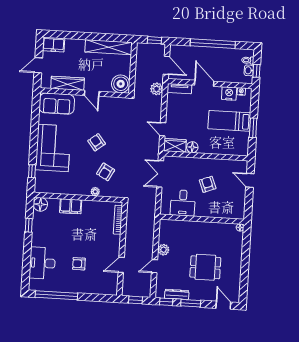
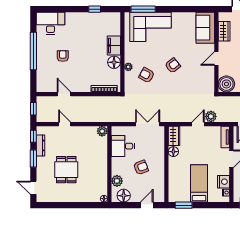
wardrobe: (68, 83) -> (224, 31), width x0.67
plant: (157, 89) -> (211, 116), moved
window: (253, 128) -> (184, 205), moved
door: (163, 129) -> (198, 124), moved
corner sofa: (53, 148) -> (150, 27), moved
window: (32, 171) -> (143, 9), width x2.17
floor lamp: (40, 204) -> (114, 62), moved
floor lamp: (238, 205) -> (124, 196), added
plant: (221, 212) -> (117, 181), added
plant: (163, 250) -> (102, 131), moved
desk: (42, 263) -> (51, 23), moved
window: (56, 295) -> (33, 51), moved
door: (223, 305) -> (33, 188), swing flipped

